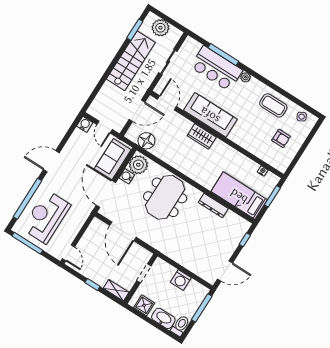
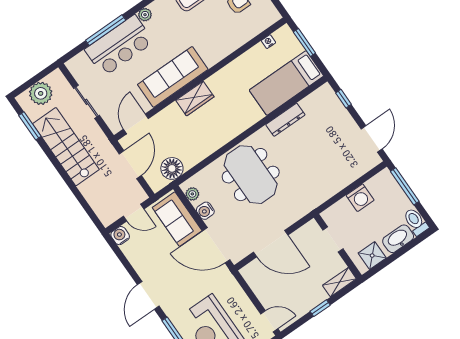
door: (167, 103) -> (136, 124), hinge flipped
plant: (138, 165) -> (192, 194), width x0.53, depth x0.53

